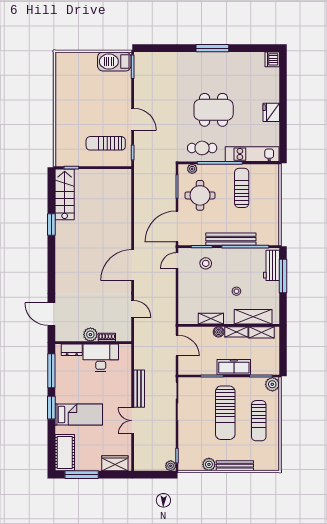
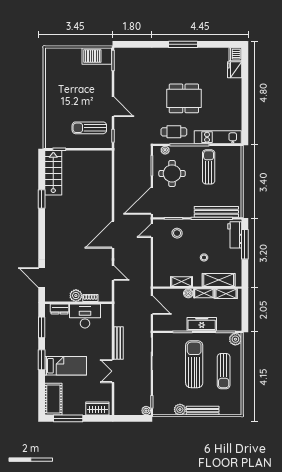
fridge: (271, 112) -> (235, 70), moved
bench: (231, 239) -> (216, 212), moved
window: (51, 371) -> (42, 327), width x0.69
sun lounger: (225, 413) -> (194, 364), turned 180

